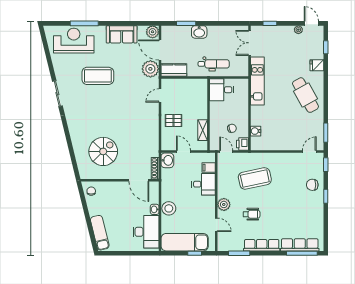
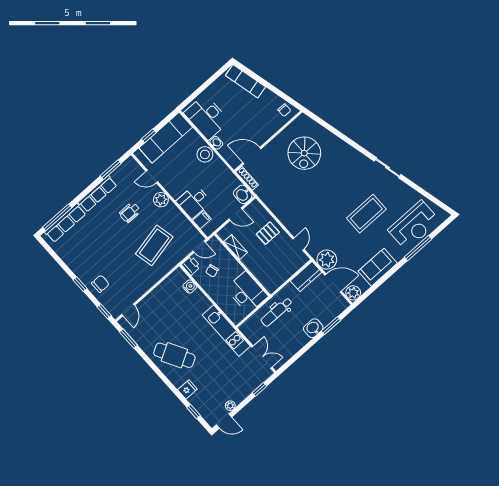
desk: (222, 90) -> (247, 292), width x1.37

